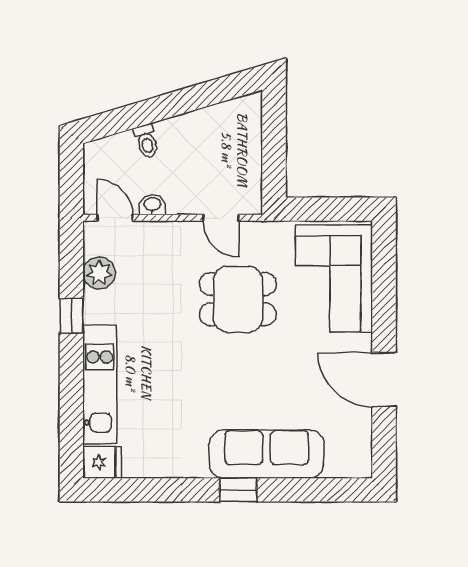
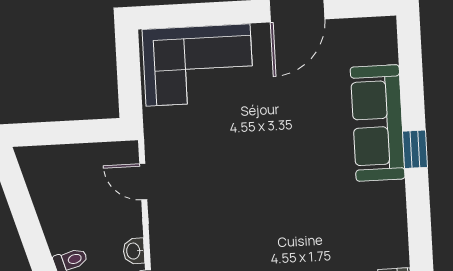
door: (221, 218) -> (143, 182), swing flipped
dining table: (238, 299) -> (224, 160), removed

